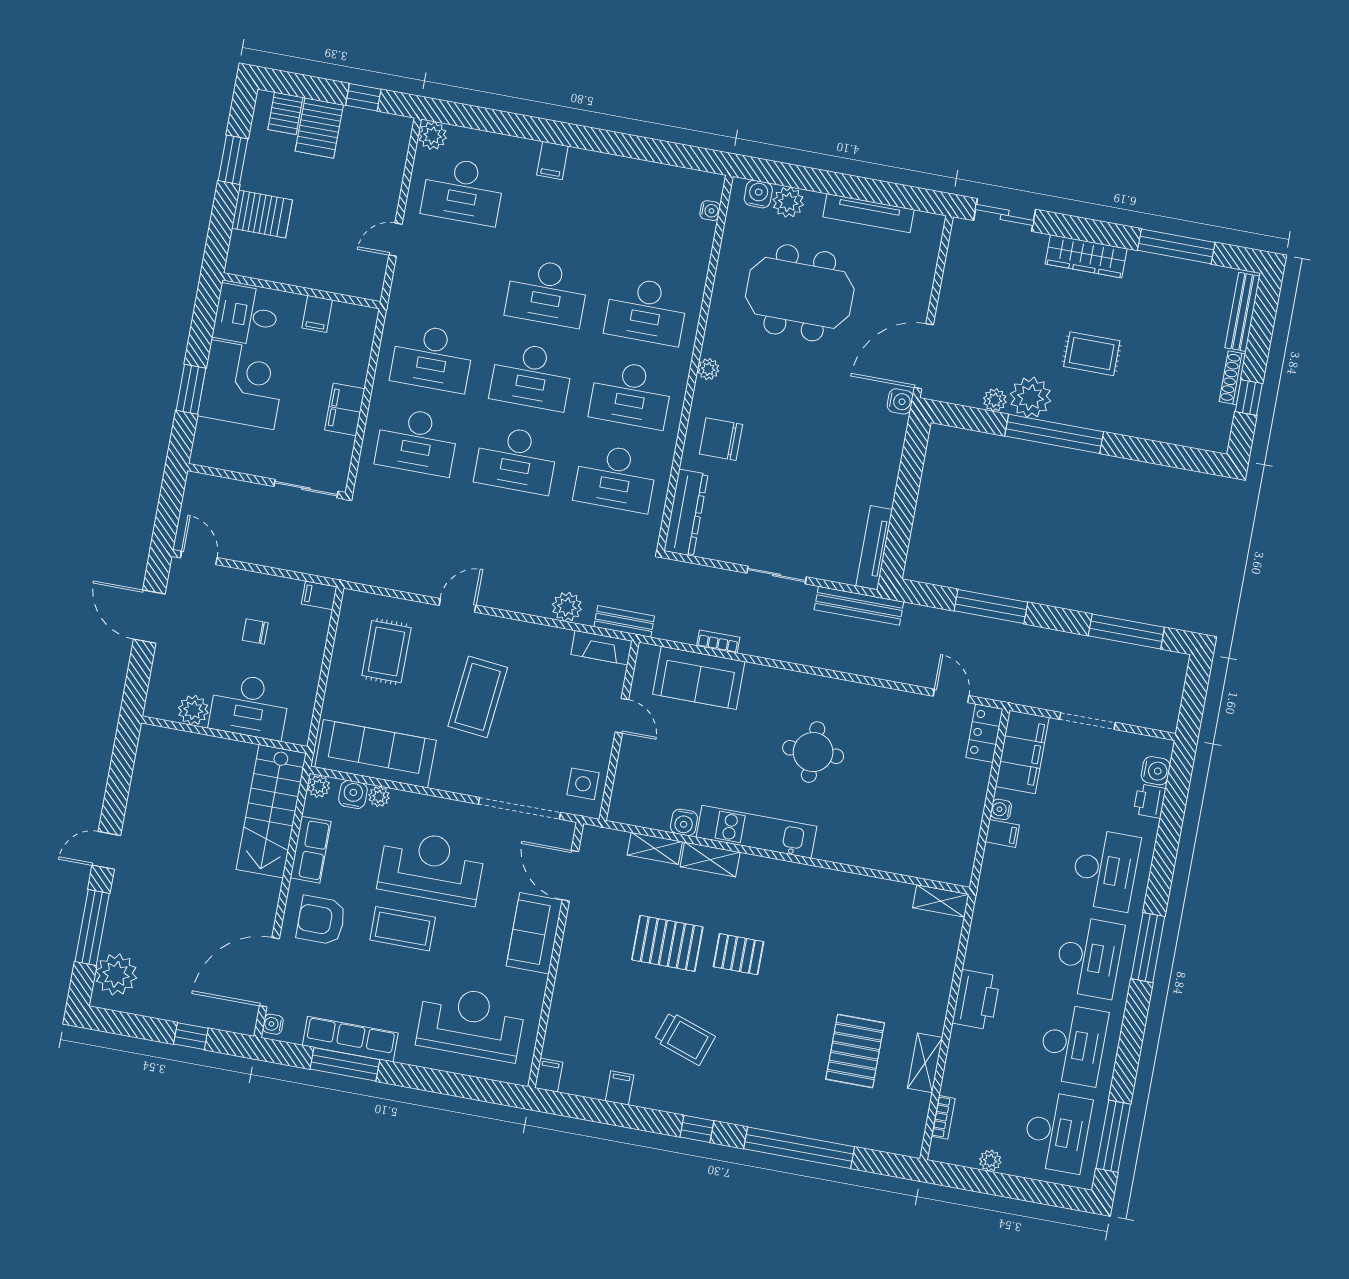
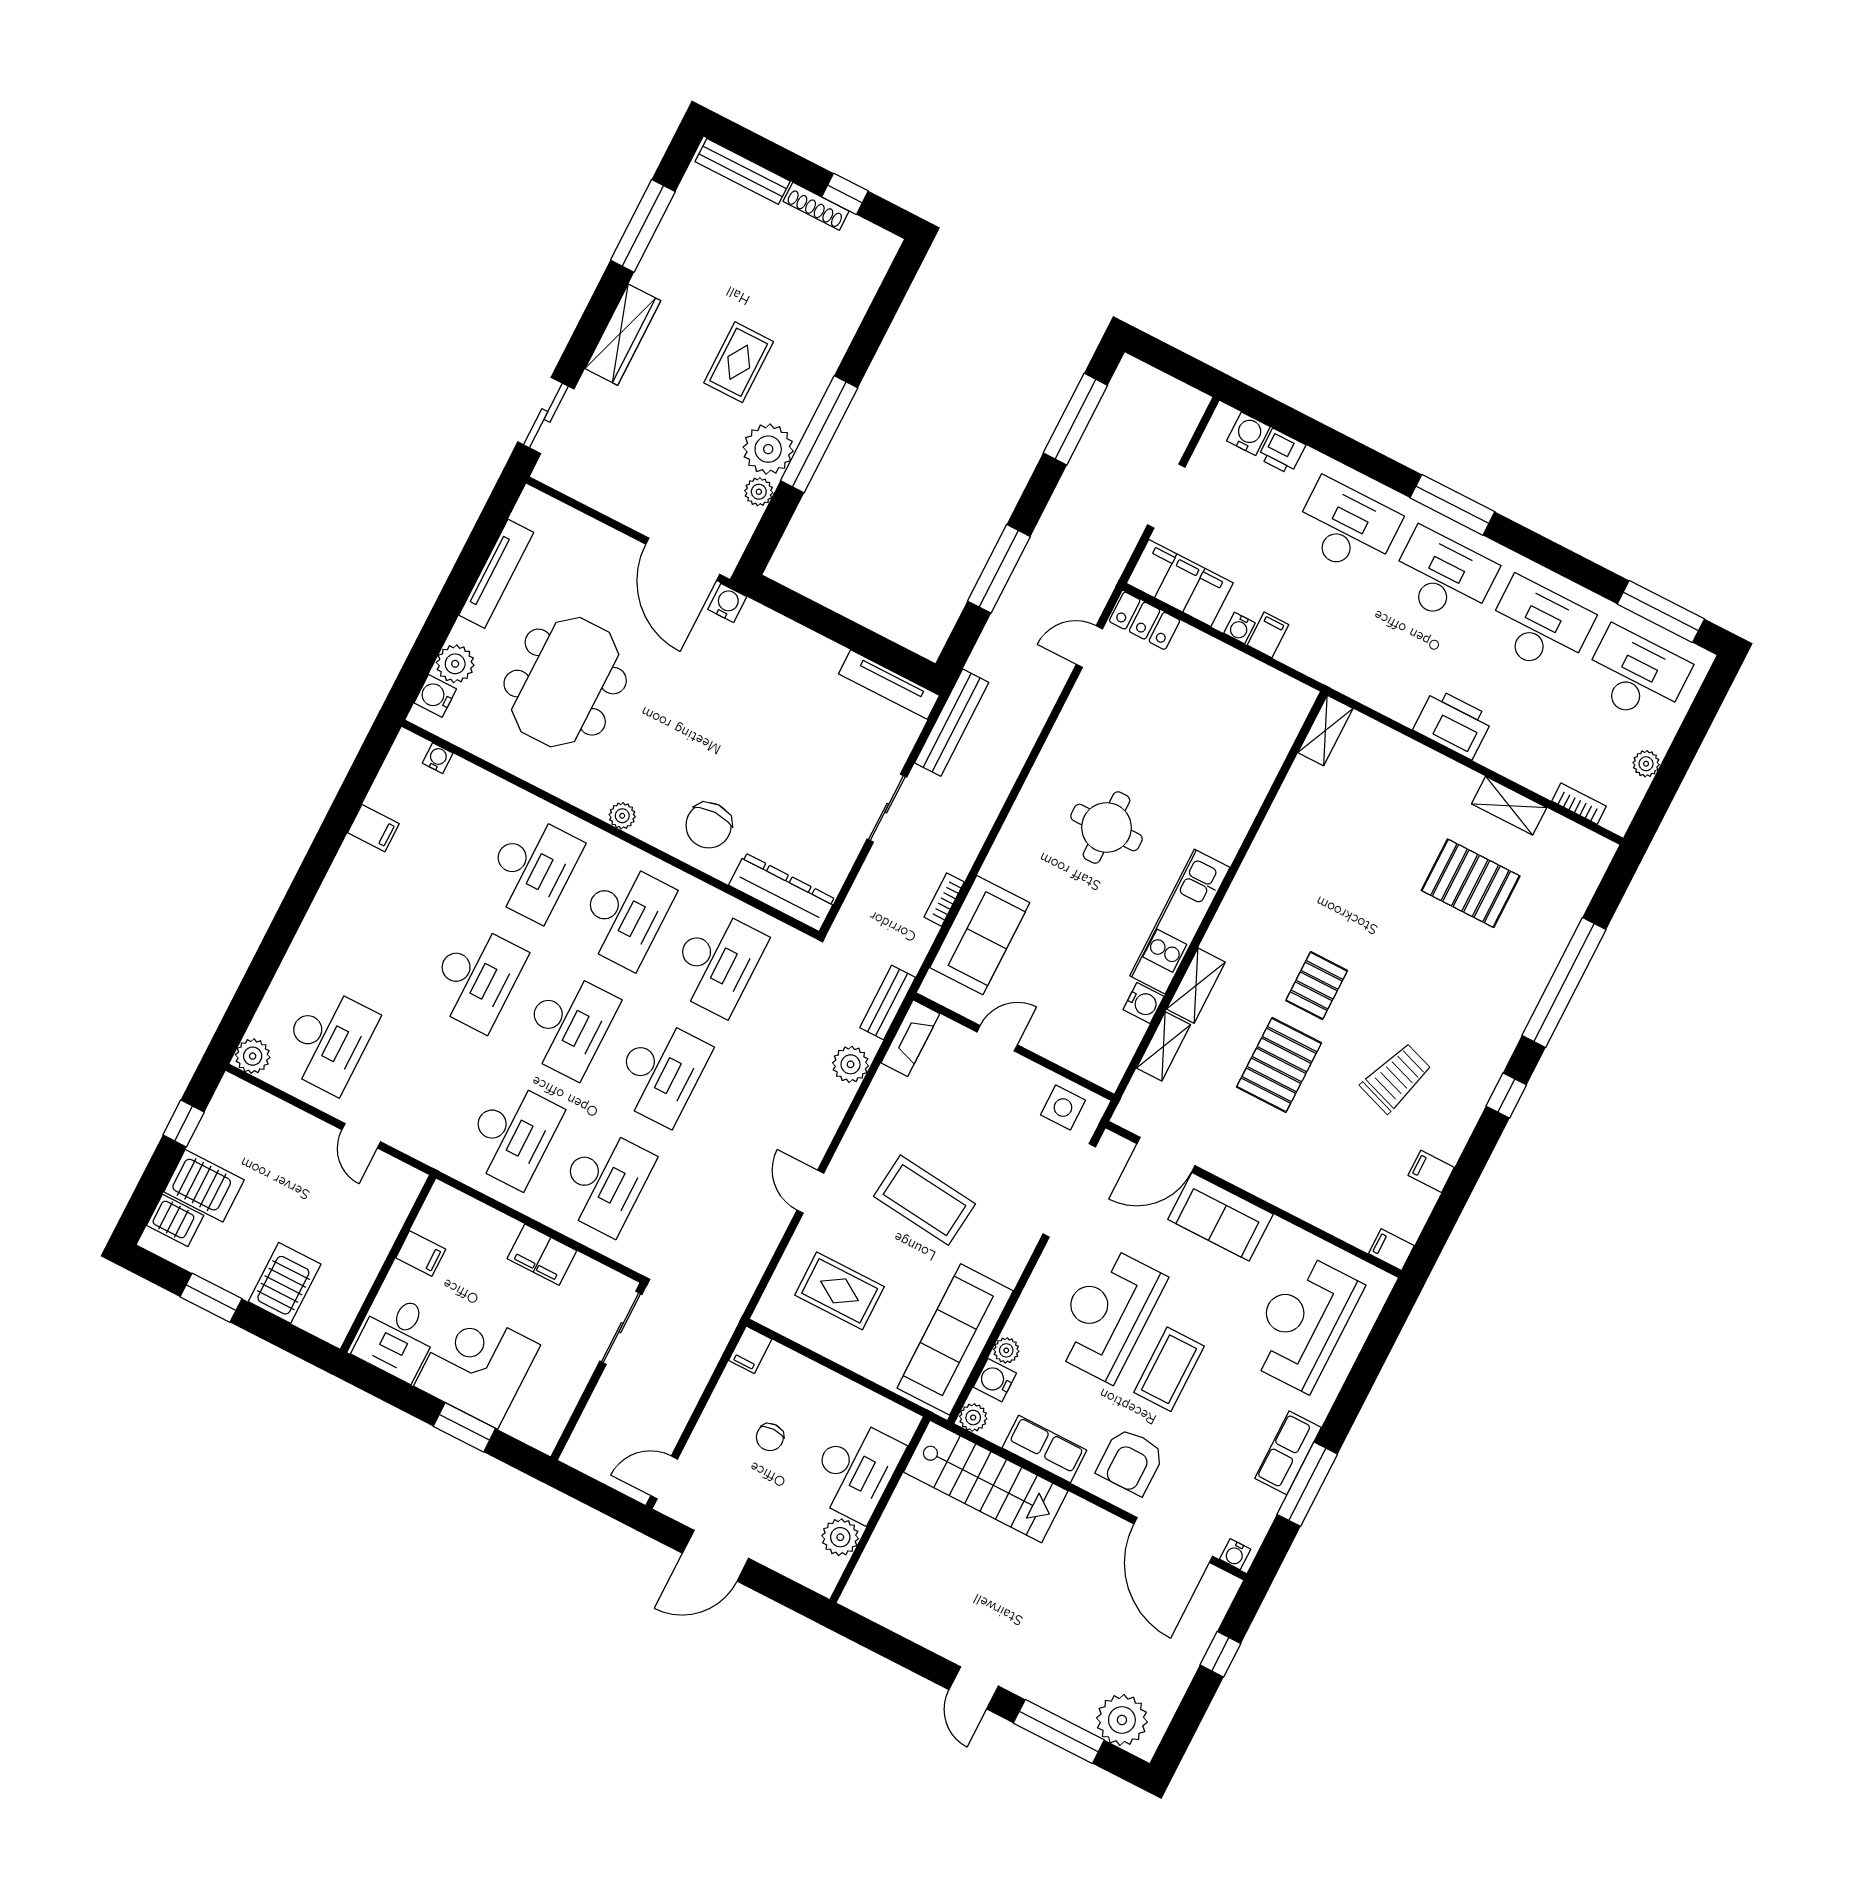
filing cabinet: (552, 161) -> (373, 828), moved
row of seats: (350, 1039) -> (1288, 1453), width x0.68

